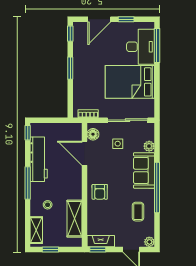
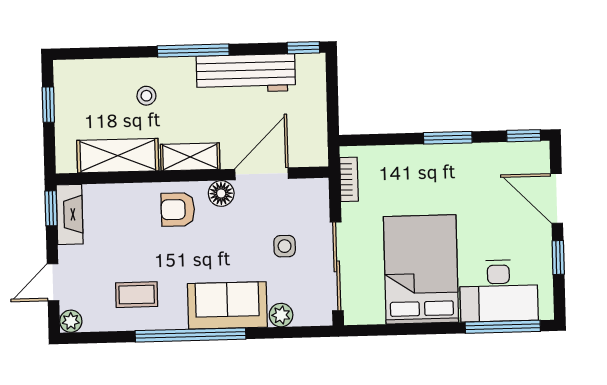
floor lamp: (93, 134) -> (221, 193), moved
shelving: (36, 230) -> (190, 157), moved

